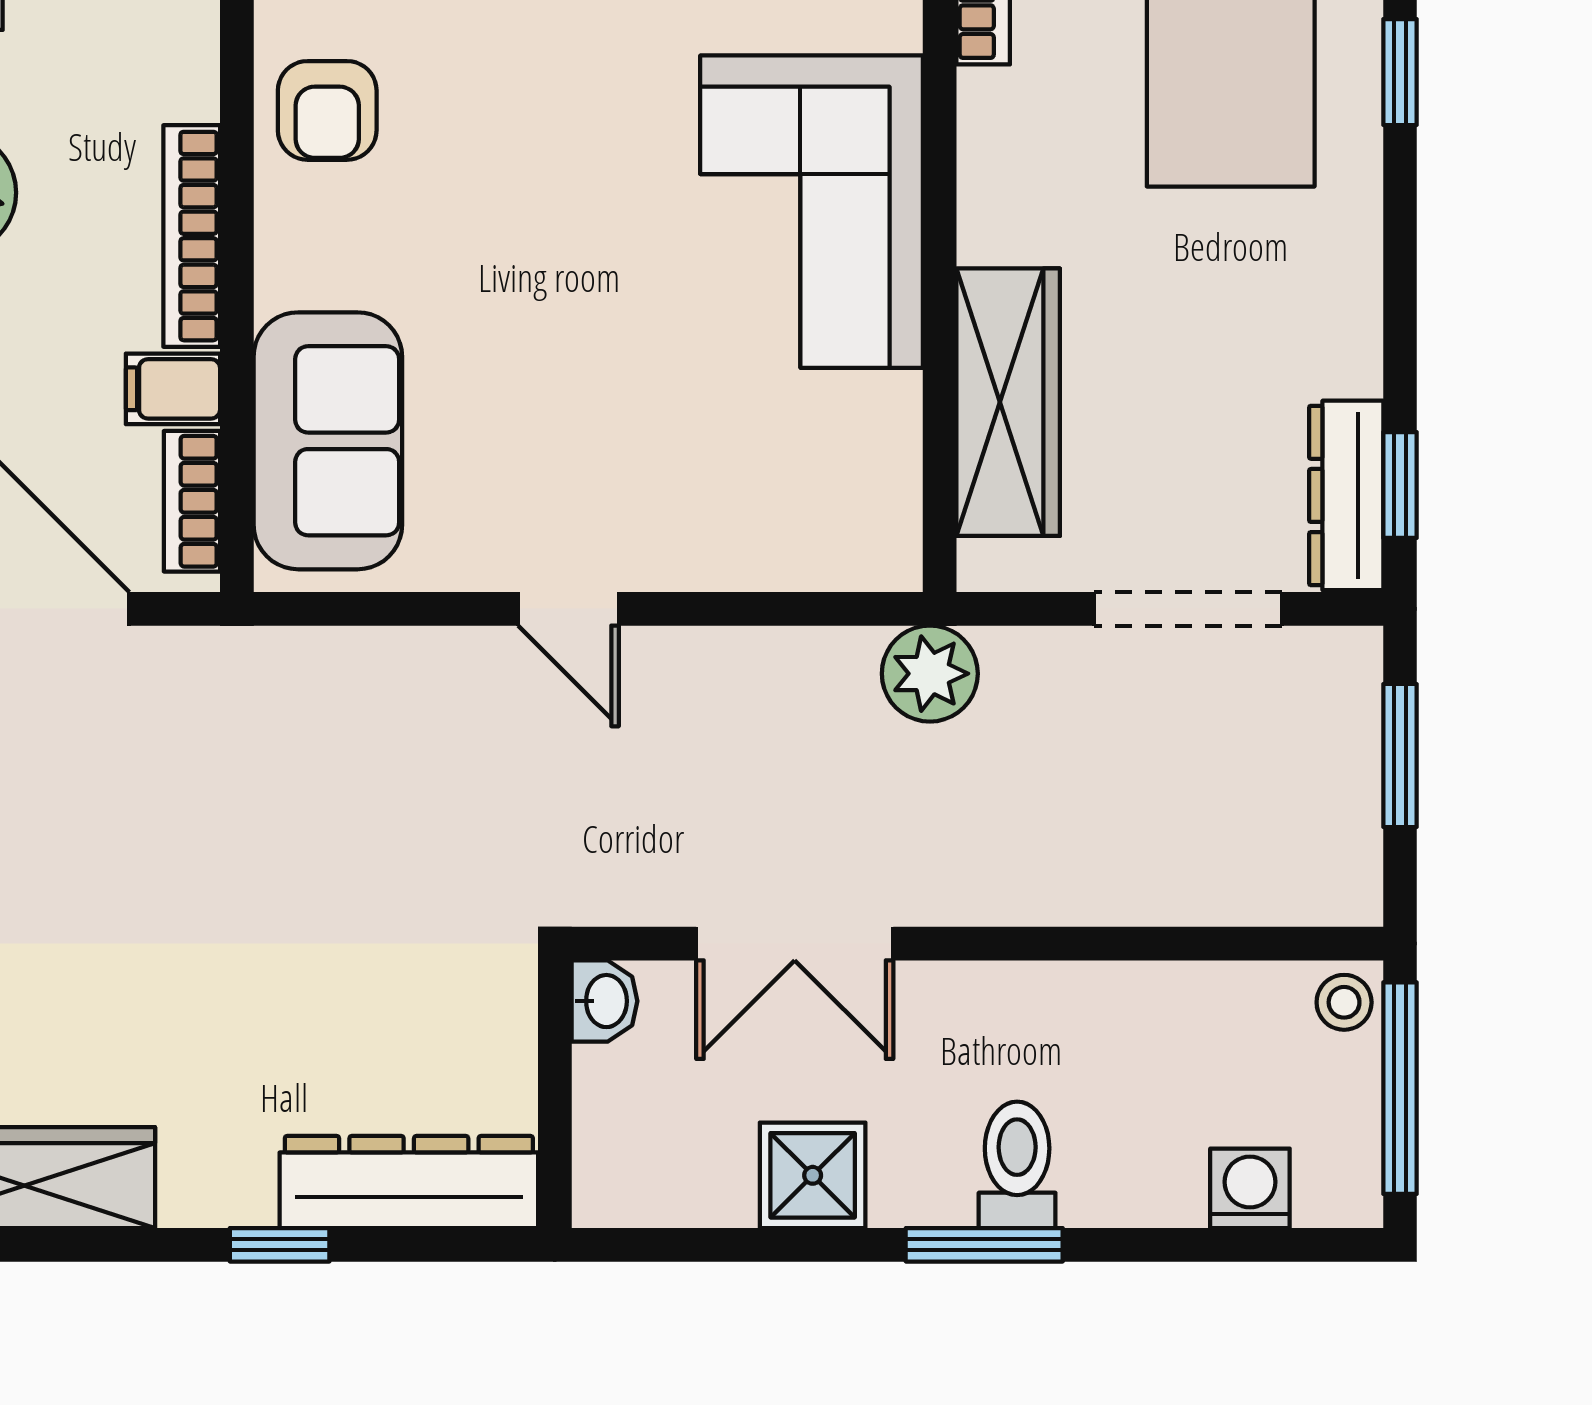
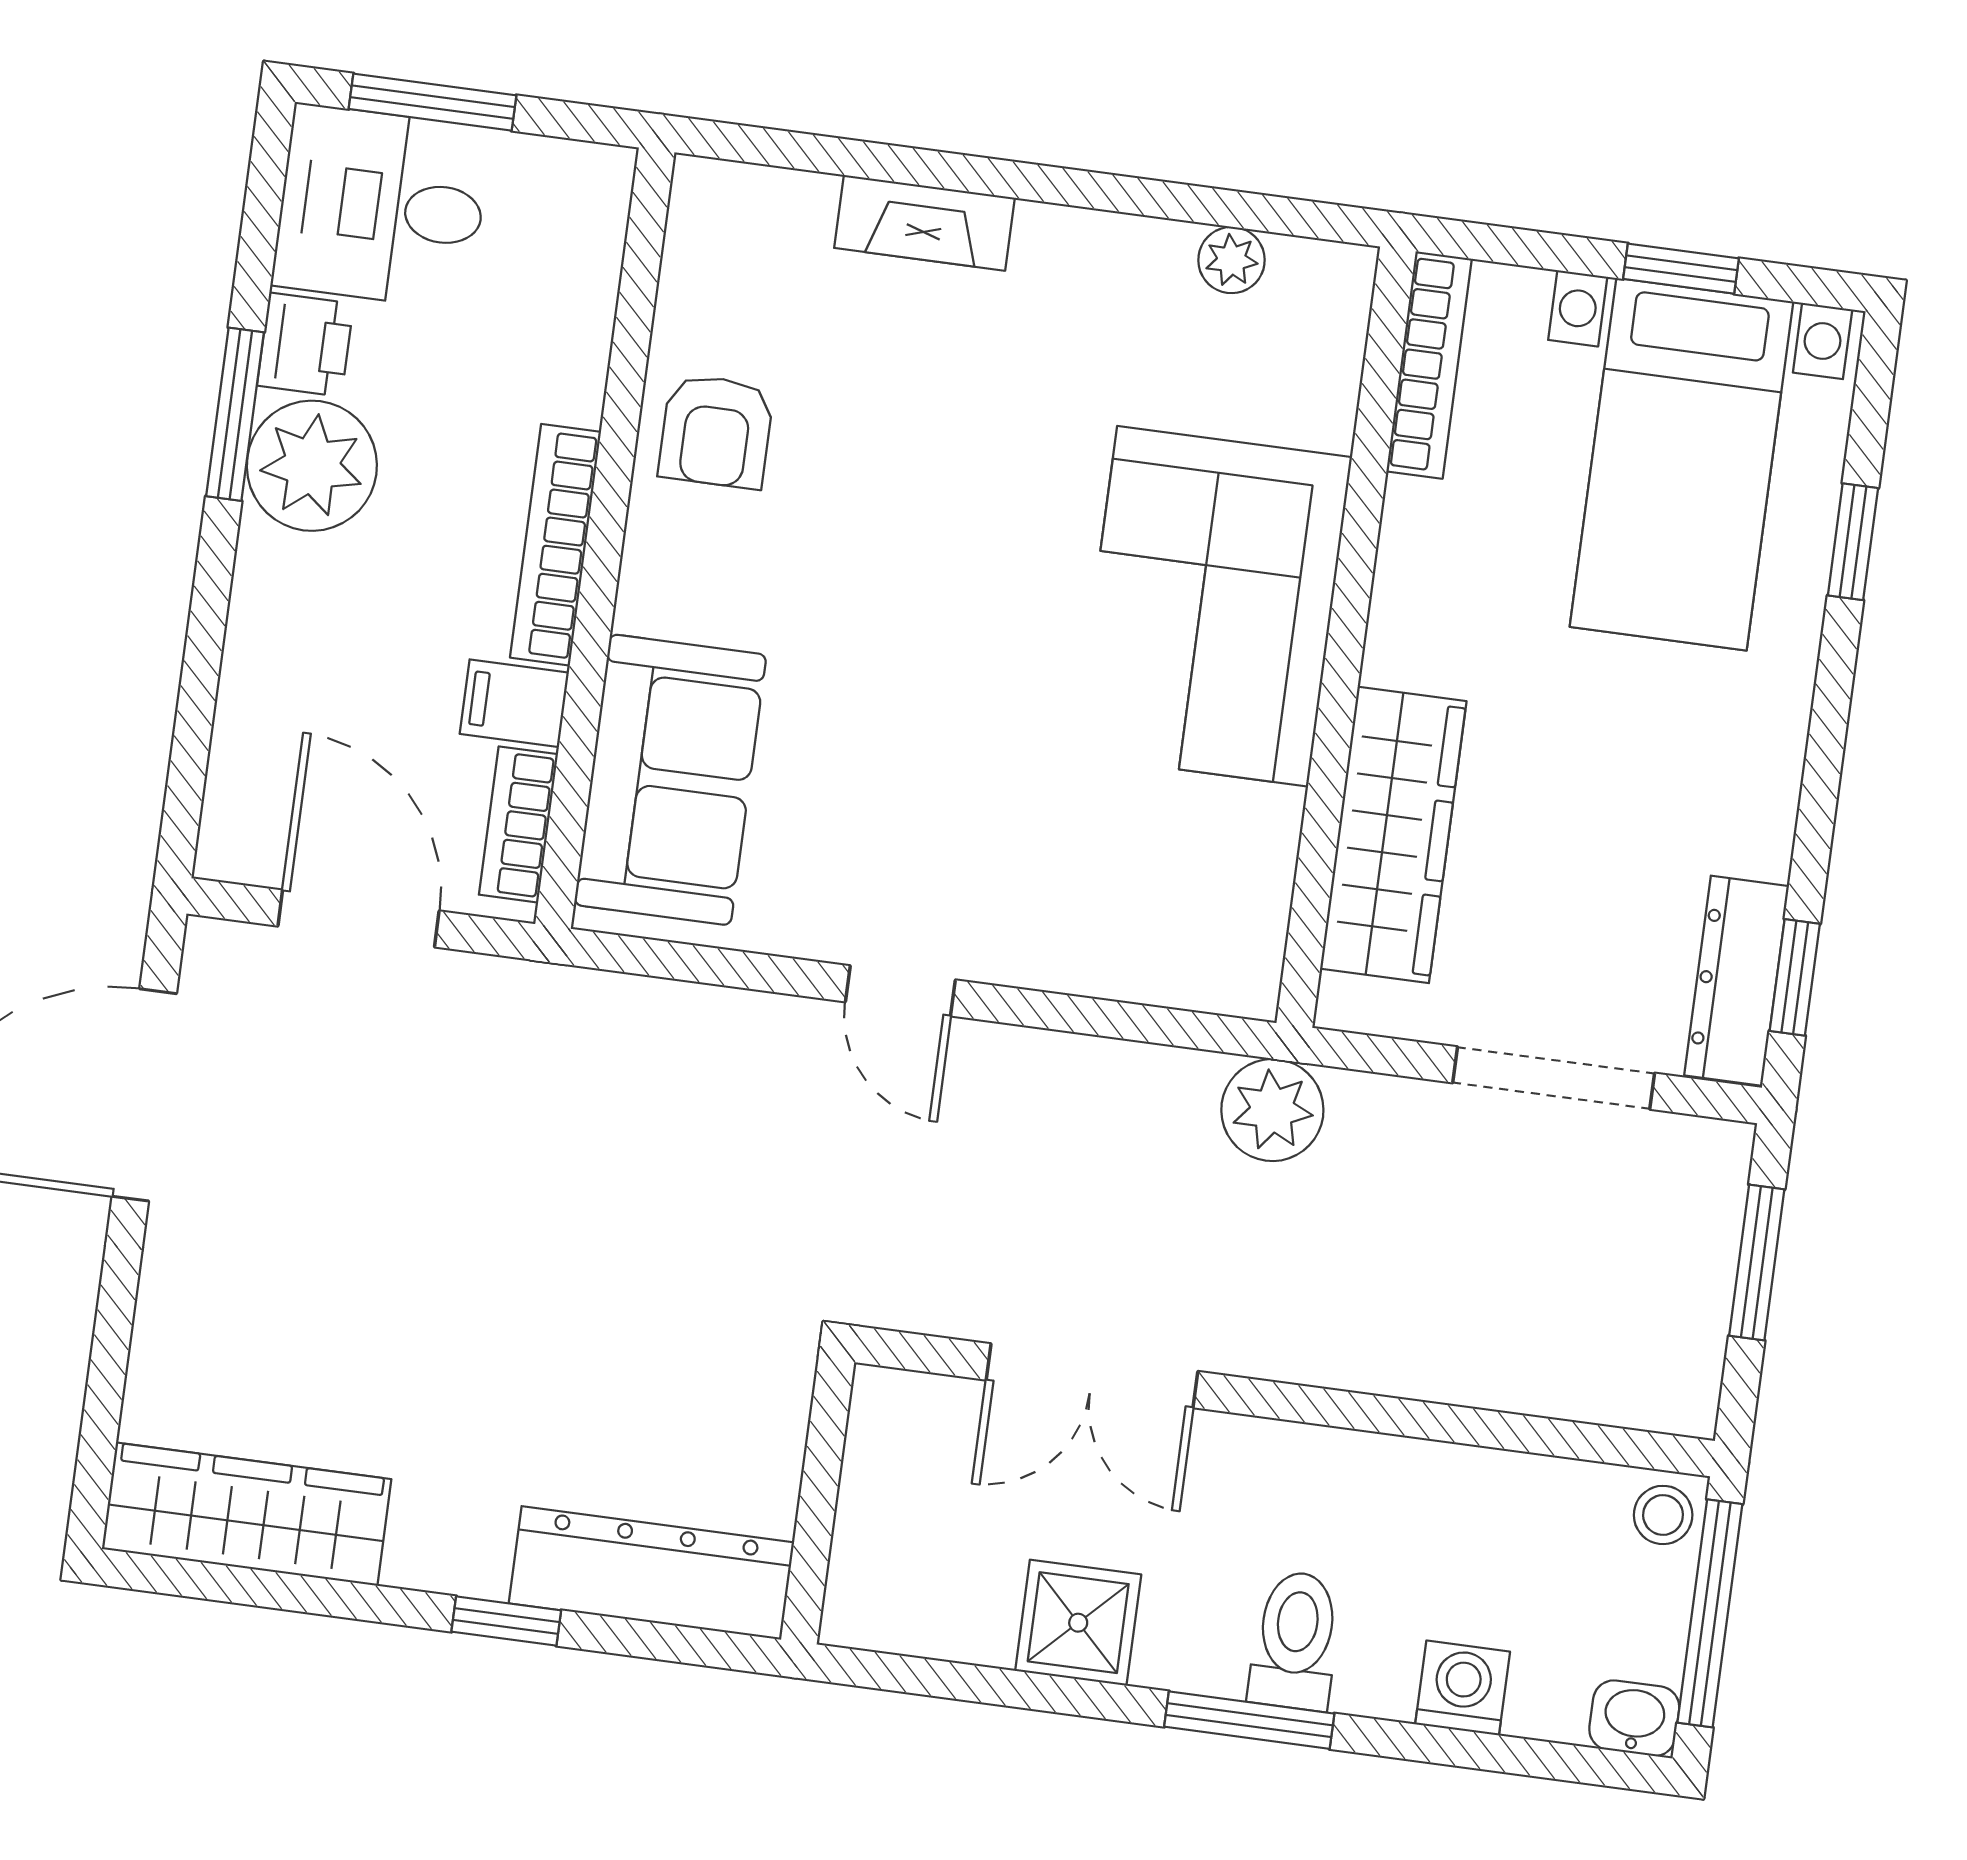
washbasin: (604, 1001) -> (1634, 1718), moved, turned -90
washing machine: (1250, 1188) -> (1463, 1688), moved

